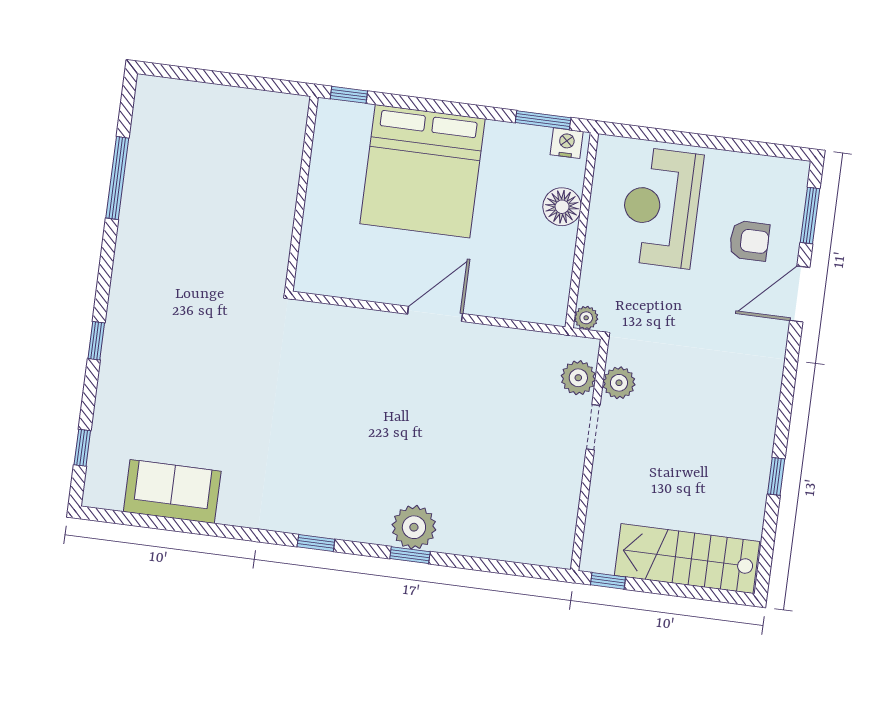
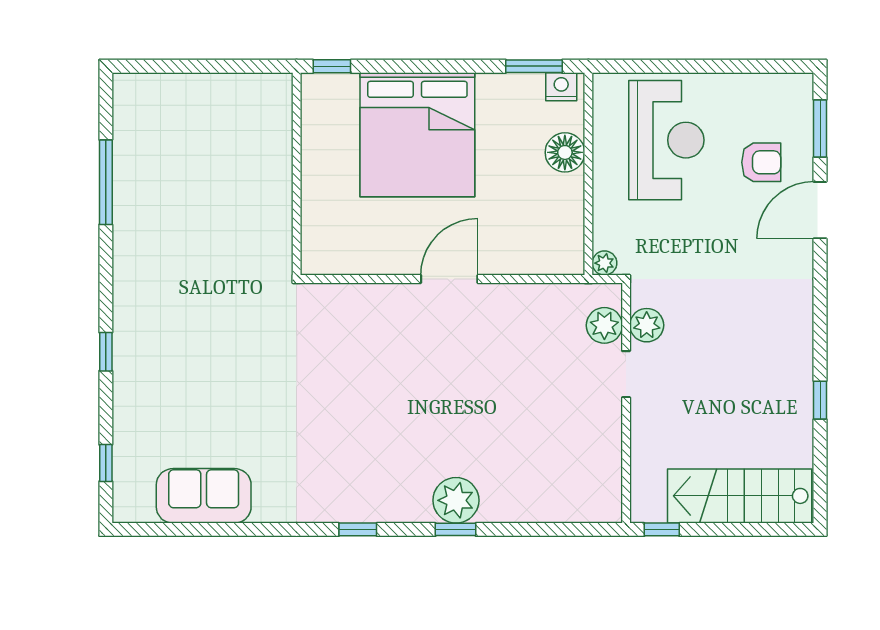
reception desk: (661, 207) -> (666, 140), turned 180

